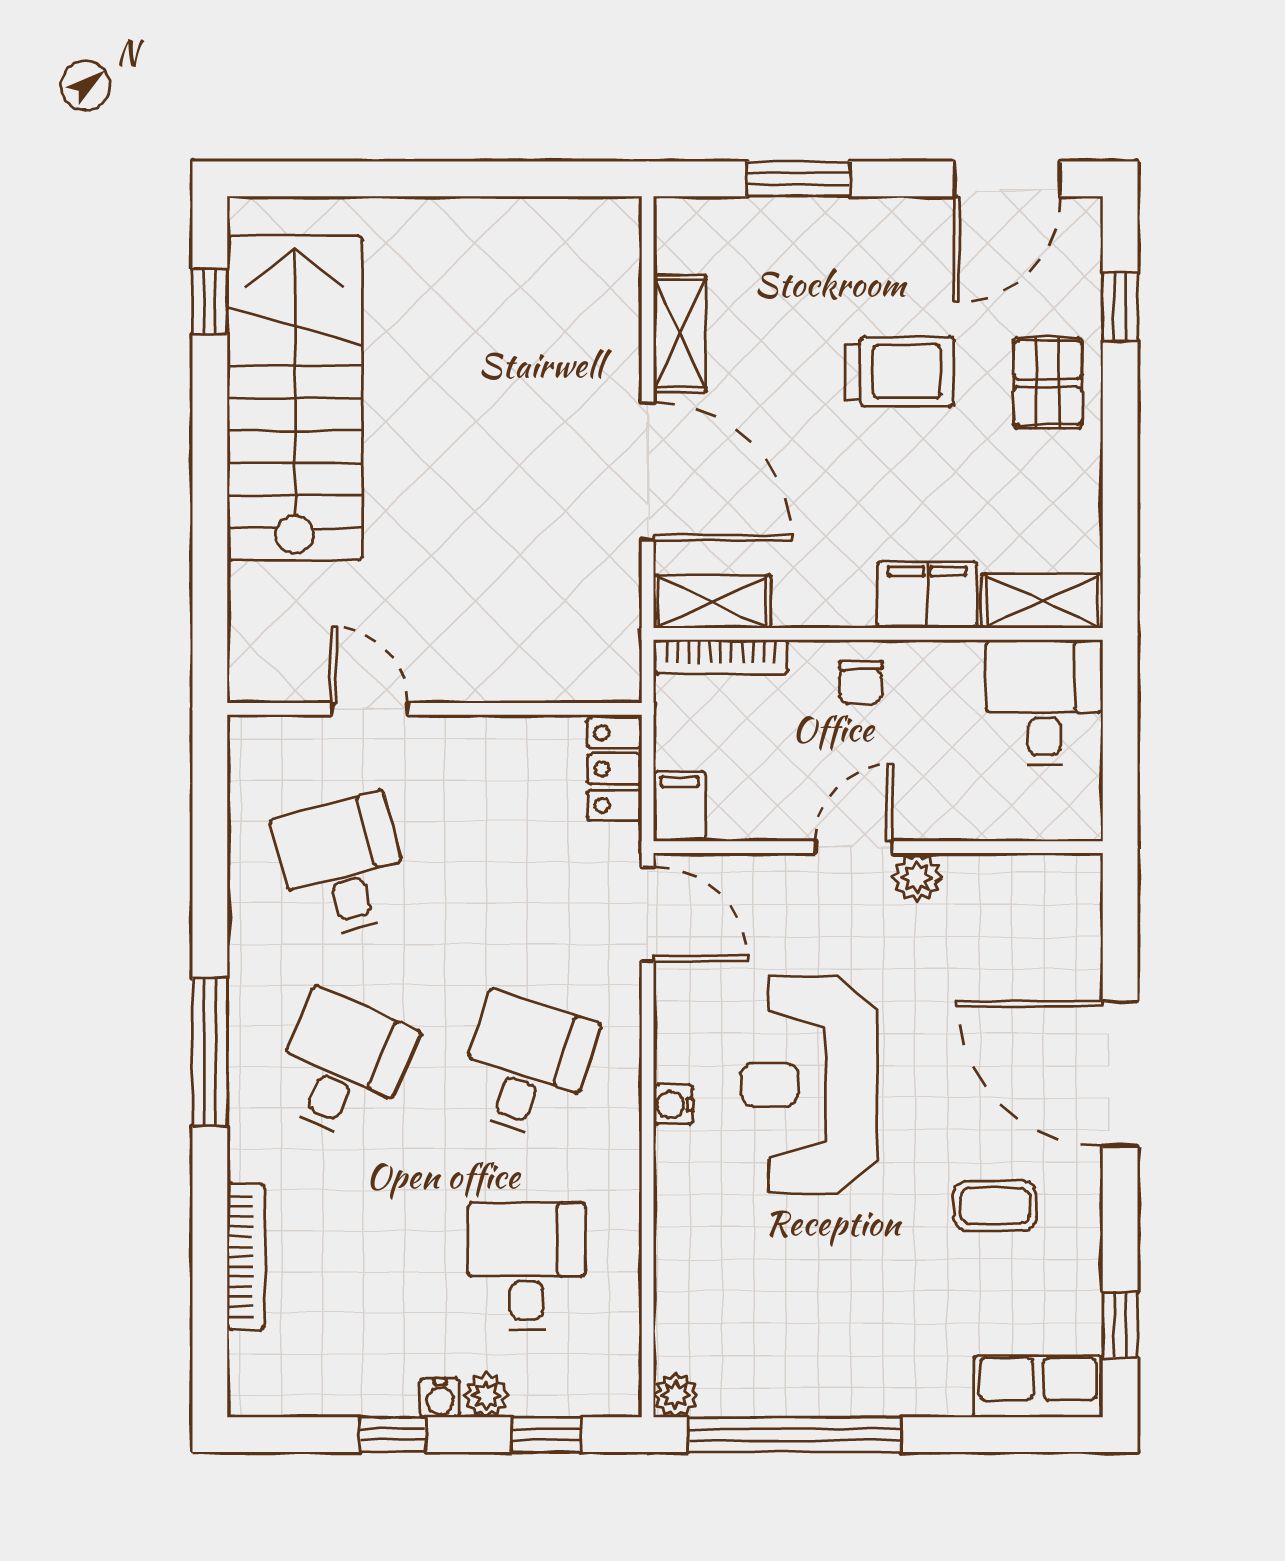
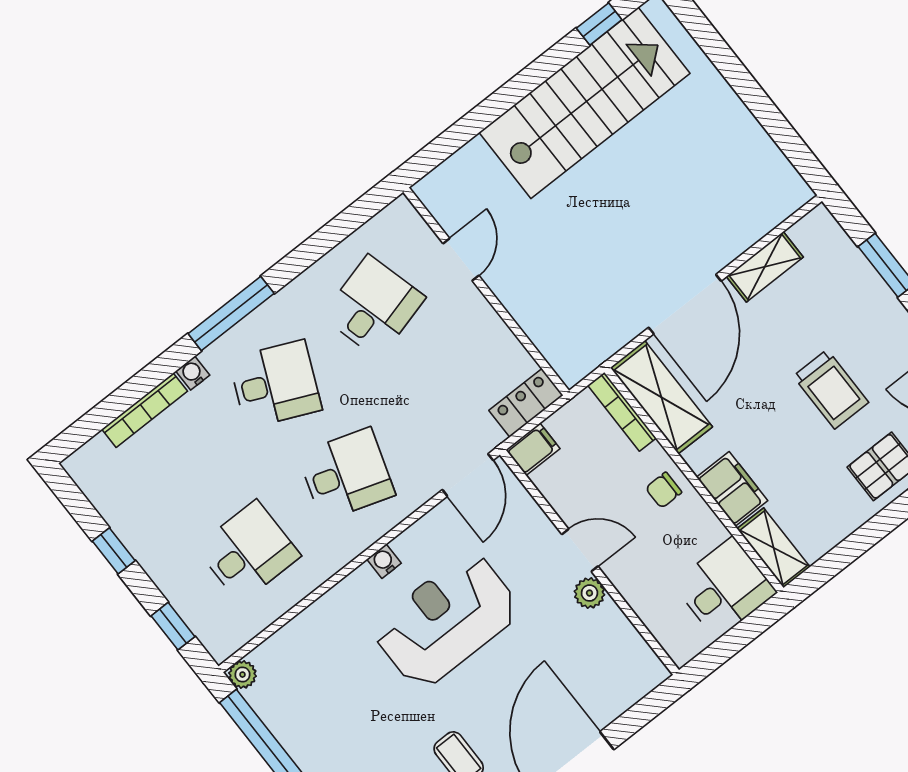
shelving: (712, 602) -> (661, 397), width x1.50, depth x1.33
plant: (486, 1395) -> (169, 582), removed
water cooler: (440, 1398) -> (193, 373), moved, turned 90

